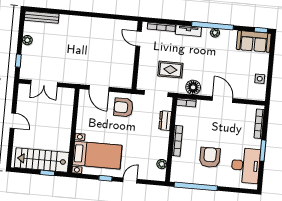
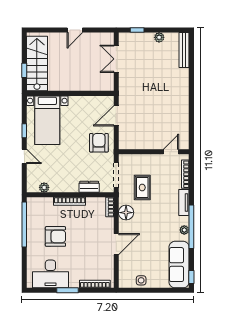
sofa: (254, 41) -> (179, 265), width x1.36

